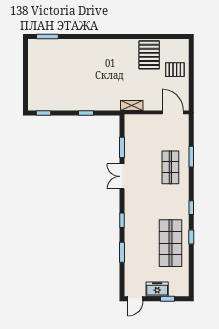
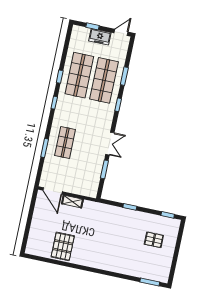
pallet: (175, 70) -> (154, 240), moved
shelving: (132, 106) -> (72, 201), moved
shop shelf: (143, 243) -> (104, 80), added

